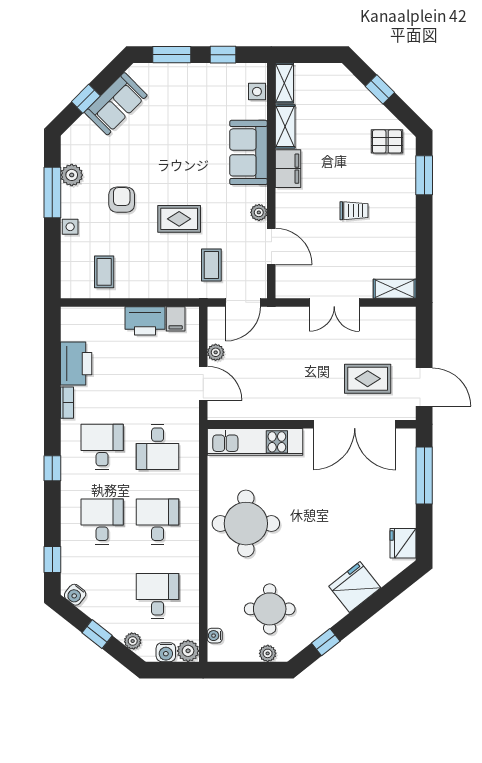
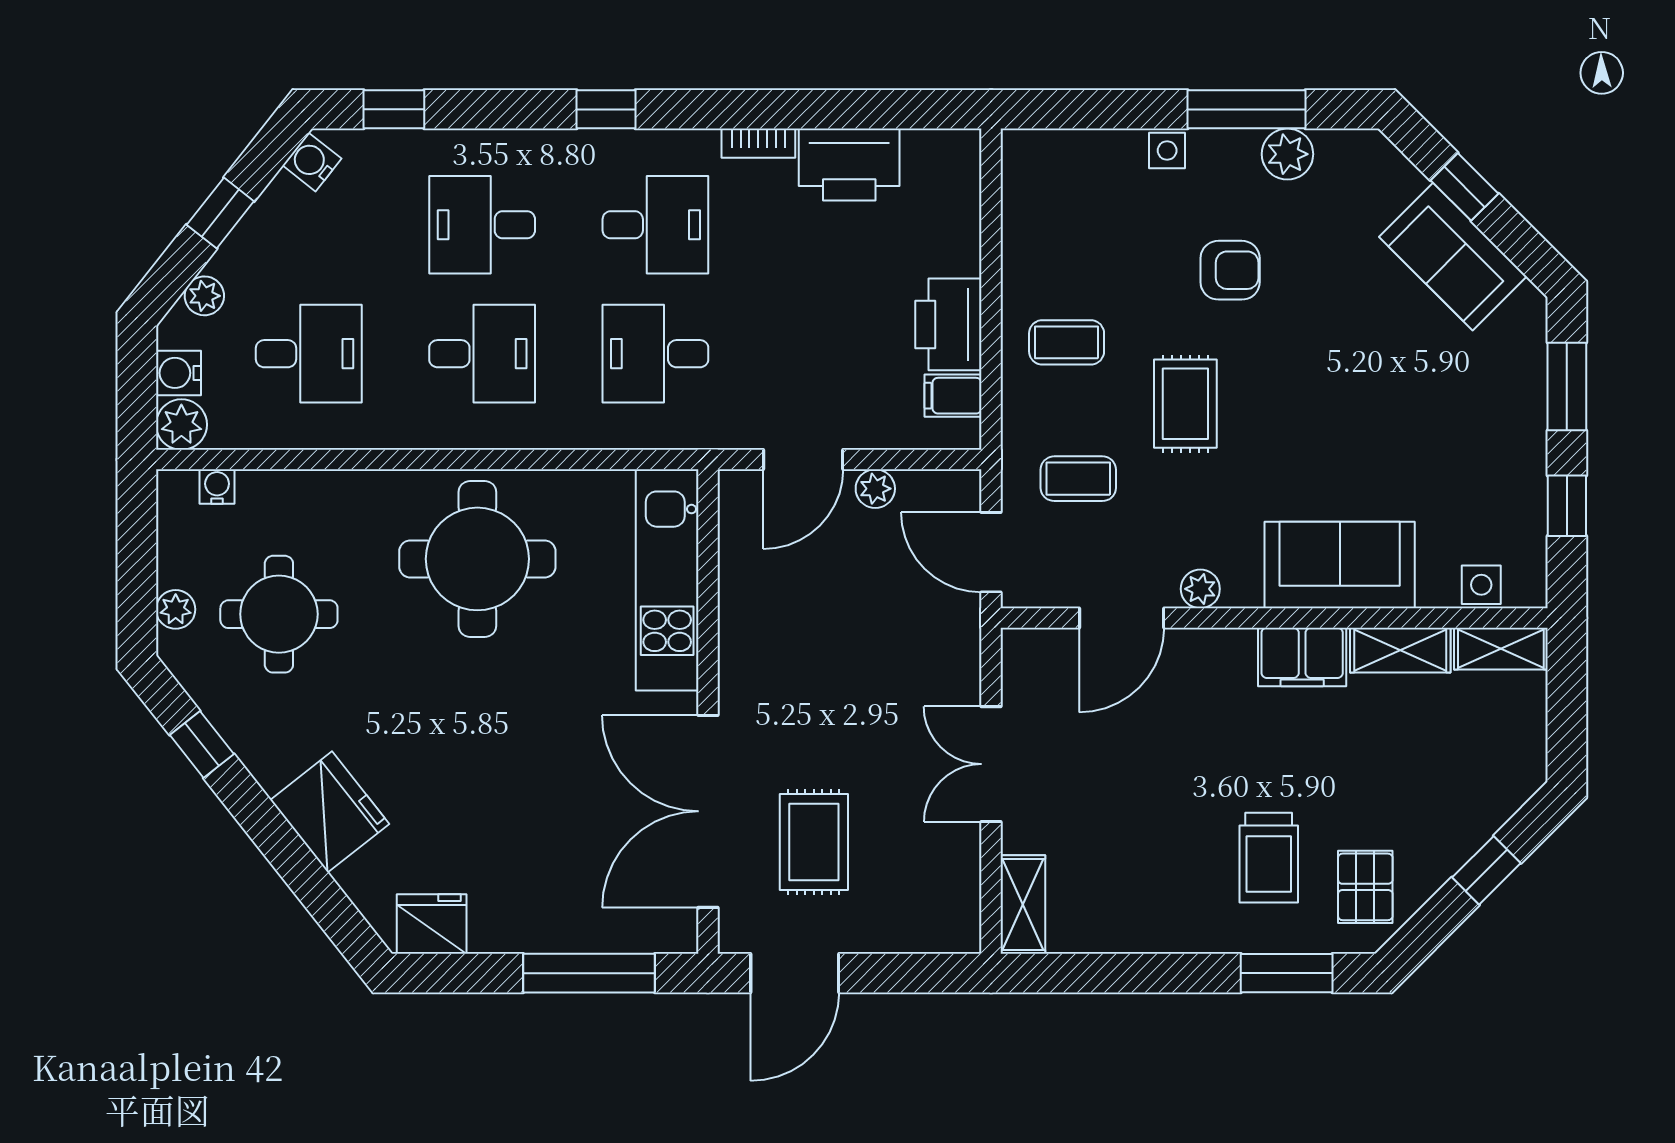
trolley: (354, 211) -> (1269, 858), moved, width x1.36, depth x1.39
coffee table: (104, 272) -> (1067, 342), moved
desk: (102, 521) -> (482, 225), turned 180

